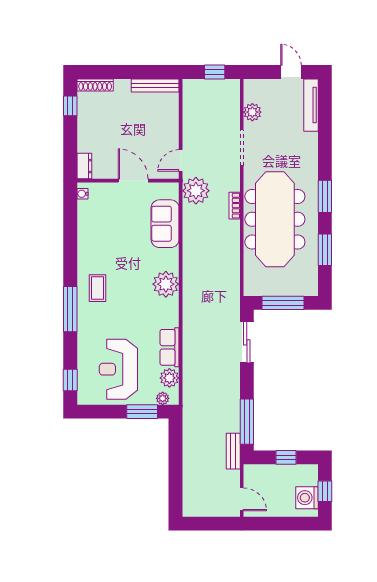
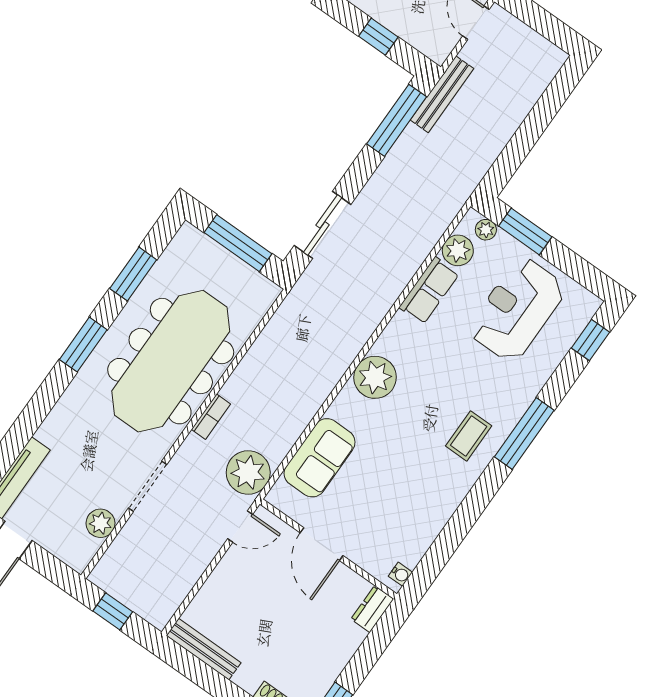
reception desk: (118, 369) -> (517, 310), turned 180
bench: (233, 451) -> (442, 94), width x1.36

